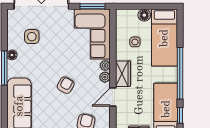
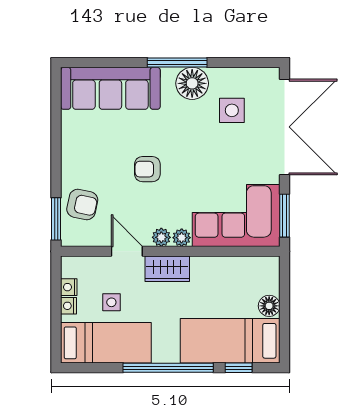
side table: (135, 42) -> (111, 302), moved
floor lamp: (12, 55) -> (192, 83), width x1.89, depth x1.89
armchair: (66, 85) -> (147, 169), turned 150
window: (180, 115) -> (239, 368), moved

